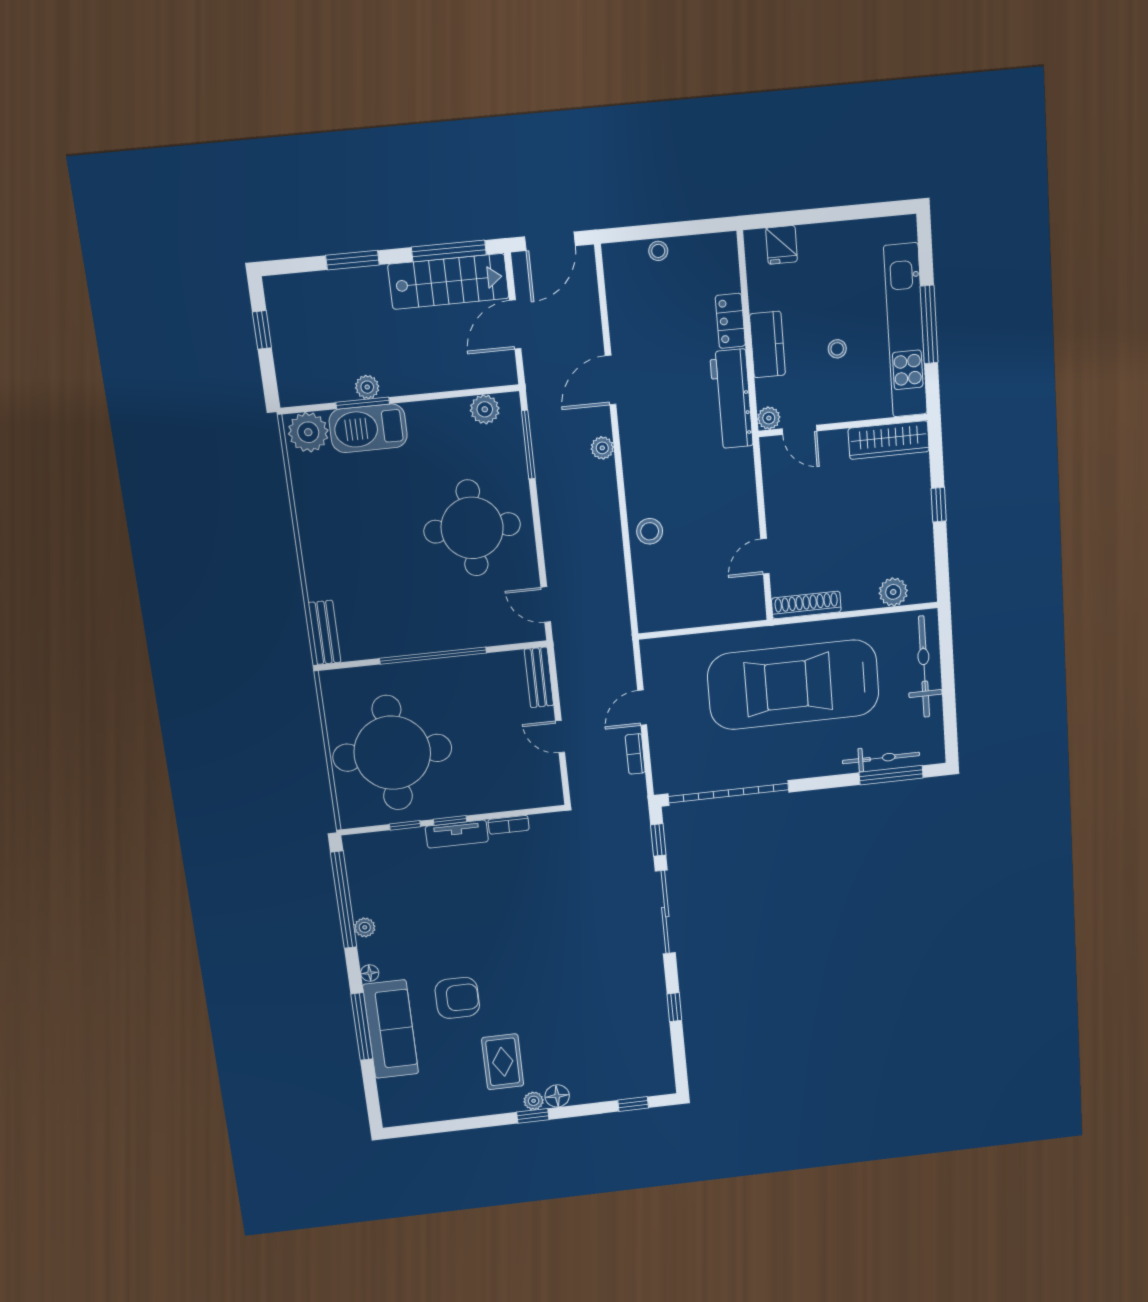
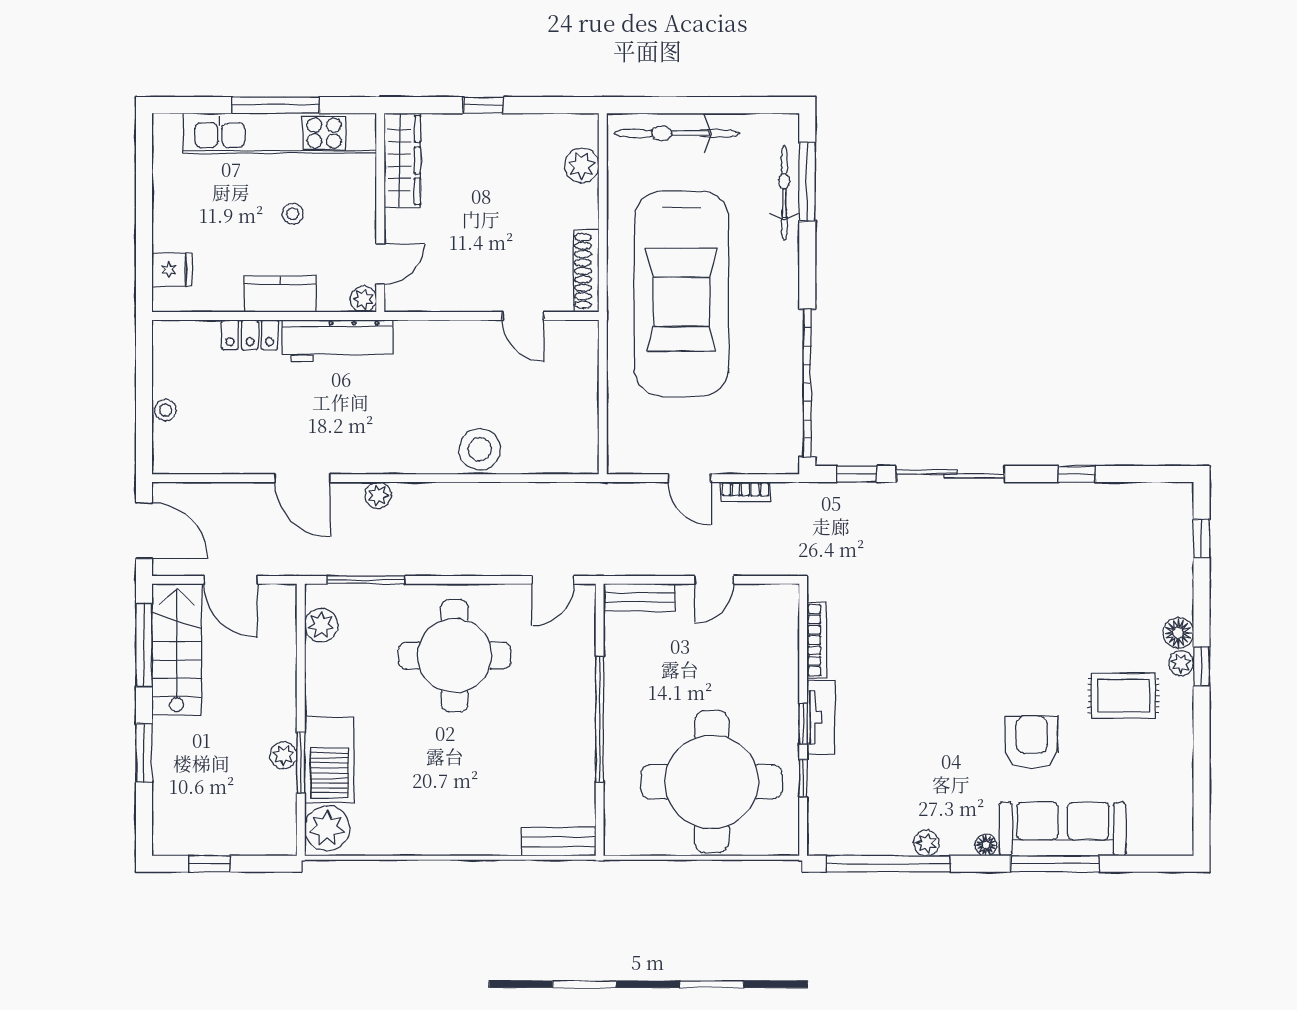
stool: (650, 531) -> (480, 449), width x1.38, depth x1.38
bookcase: (509, 825) -> (817, 640), width x1.56

